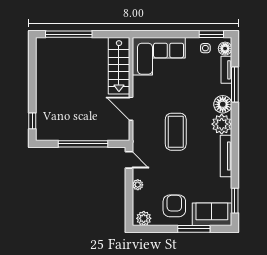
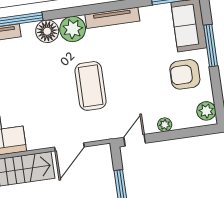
coffee table: (176, 132) -> (91, 86), turned 90

